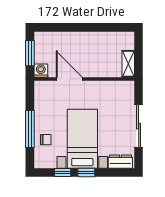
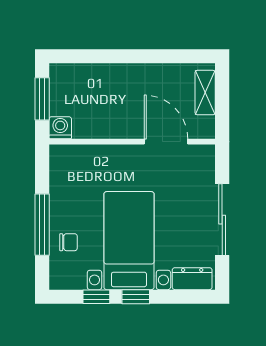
shelving: (128, 64) -> (205, 93), moved
door: (69, 79) -> (166, 142), moved

